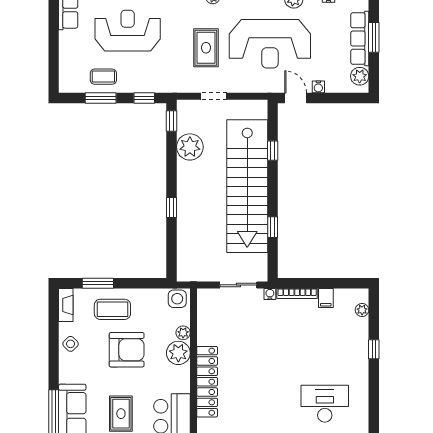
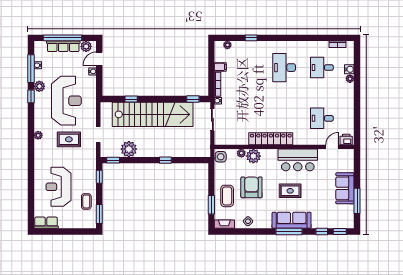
window: (374, 37) -> (63, 38), width x2.11
window: (101, 98) -> (99, 214), moved
door: (296, 98) -> (99, 59), moved
window: (273, 227) -> (193, 99), moved

